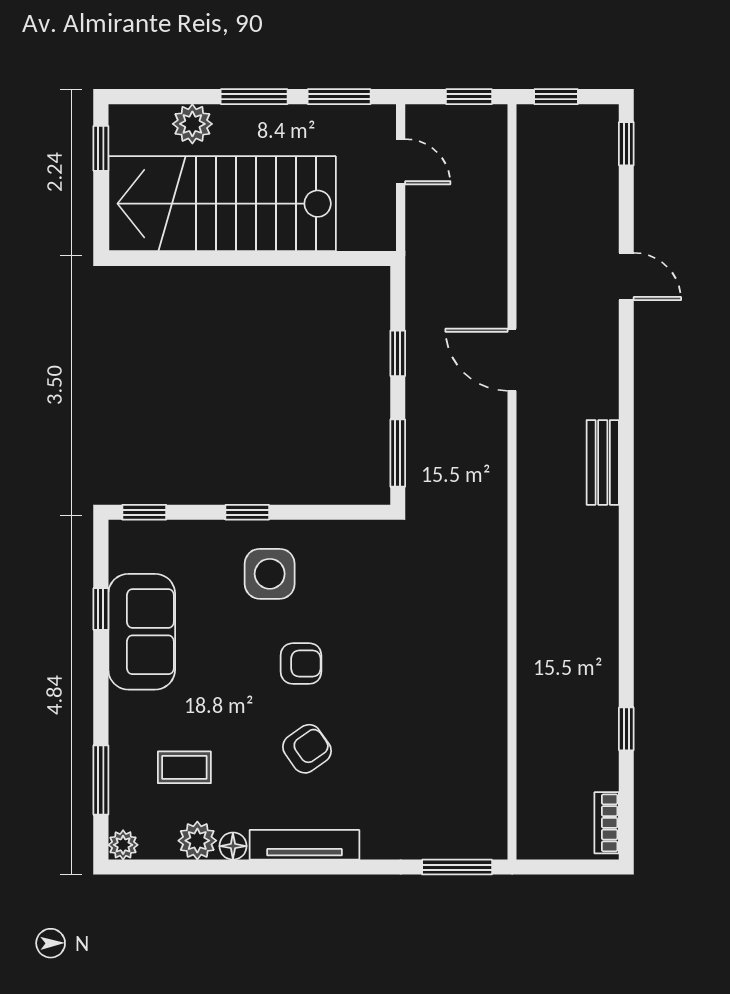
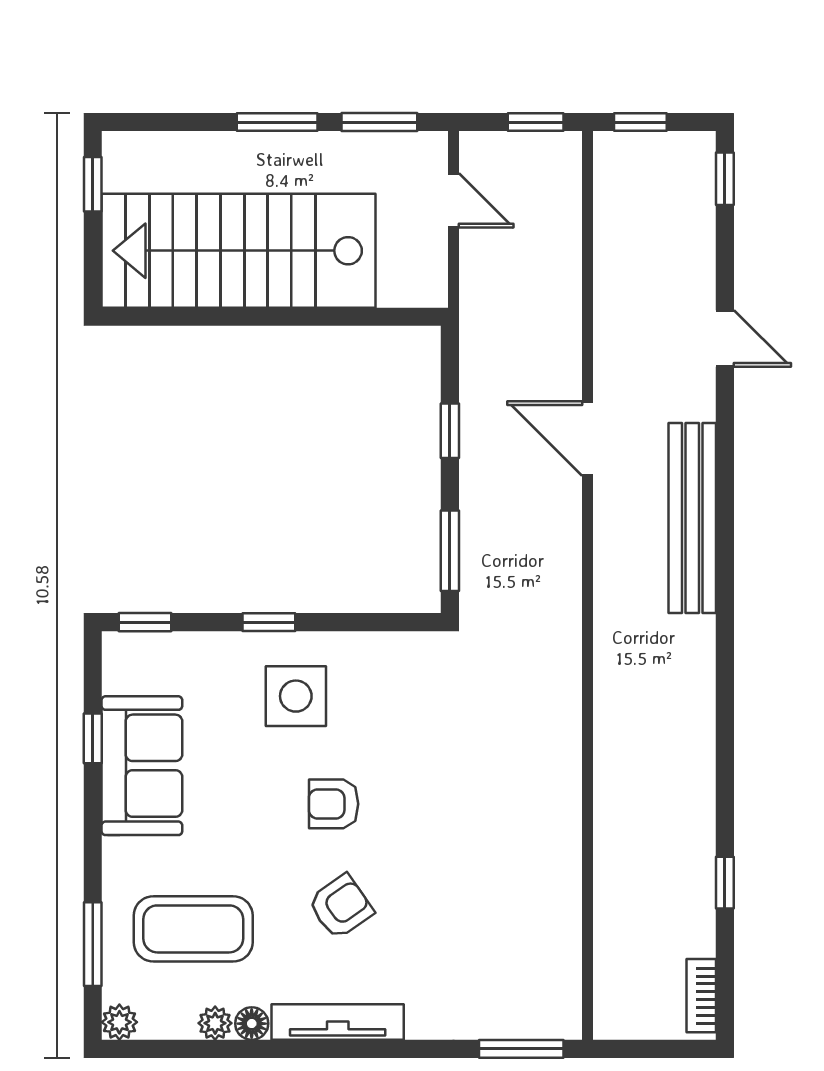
plant: (192, 124) -> (203, 155), removed
bench: (603, 462) -> (692, 518), width x1.86, depth x1.21
armchair: (301, 664) -> (334, 804), turned 180
coffee table: (184, 767) -> (193, 929), width x1.86, depth x1.72
plant: (197, 841) -> (215, 1023), width x0.73, depth x0.73

